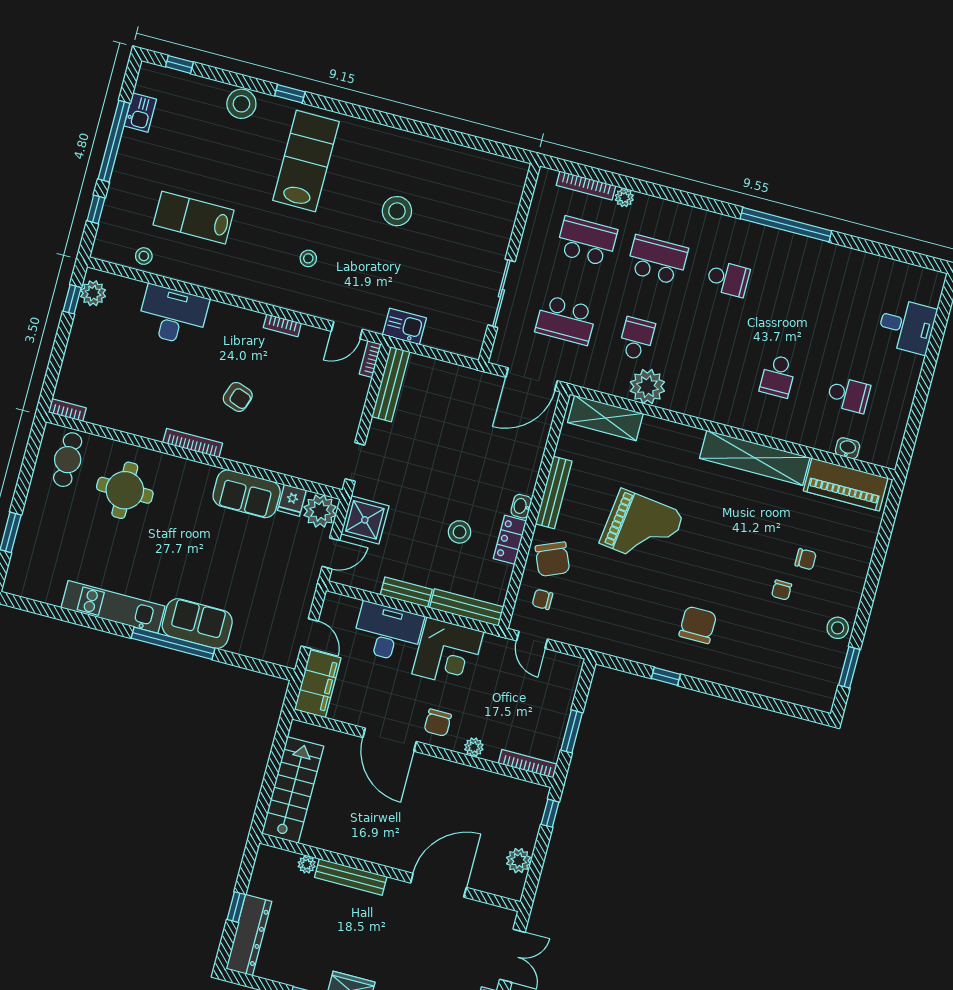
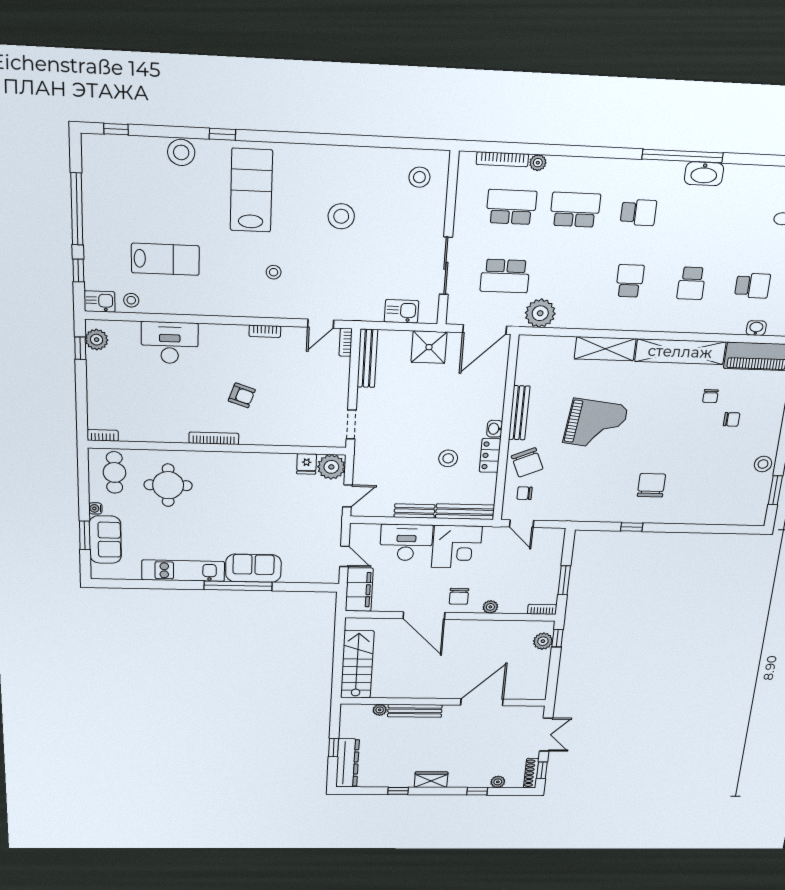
kitchen sink: (140, 113) -> (100, 302), moved, turned -90
stool: (491, 186) -> (419, 177), added
lab bench: (194, 218) -> (165, 259), turned 180
washbasin: (808, 250) -> (704, 174), added
kitchen sink: (404, 326) -> (402, 311), moved
school desk: (637, 339) -> (630, 281), moved
plant: (647, 387) -> (540, 313), moved
shelving: (605, 418) -> (605, 349), moved
sofa: (247, 494) -> (105, 540), moved, turned -90
water cooler: (33, 500) -> (95, 508), added
shower: (365, 520) -> (429, 347), moved
chair: (782, 590) -> (710, 396), moved
bookcase: (528, 764) -> (542, 609), width x0.64
plant: (519, 861) -> (543, 641), moved

